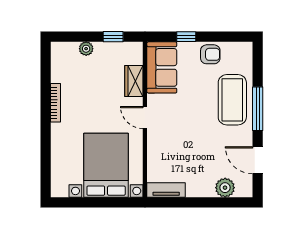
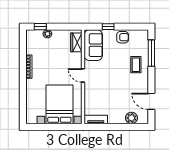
window: (113, 37) -> (40, 27), moved
wardrobe: (134, 81) -> (76, 42), moved
coffee table: (232, 100) -> (136, 65), width x0.54, depth x0.58
window: (258, 109) -> (151, 53), moved

